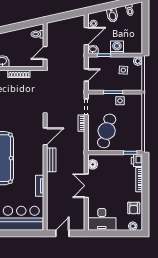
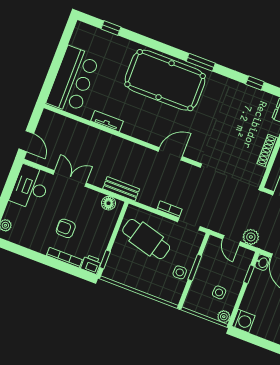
washing machine: (117, 47) -> (243, 321), moved
plant: (79, 63) -> (251, 237), added
door: (45, 136) -> (170, 154), swing flipped
bench: (51, 160) -> (121, 189), moved
double door: (86, 186) -> (70, 179), moved
armchair: (134, 208) -> (66, 228), moved
door: (62, 233) -> (26, 141), moved

